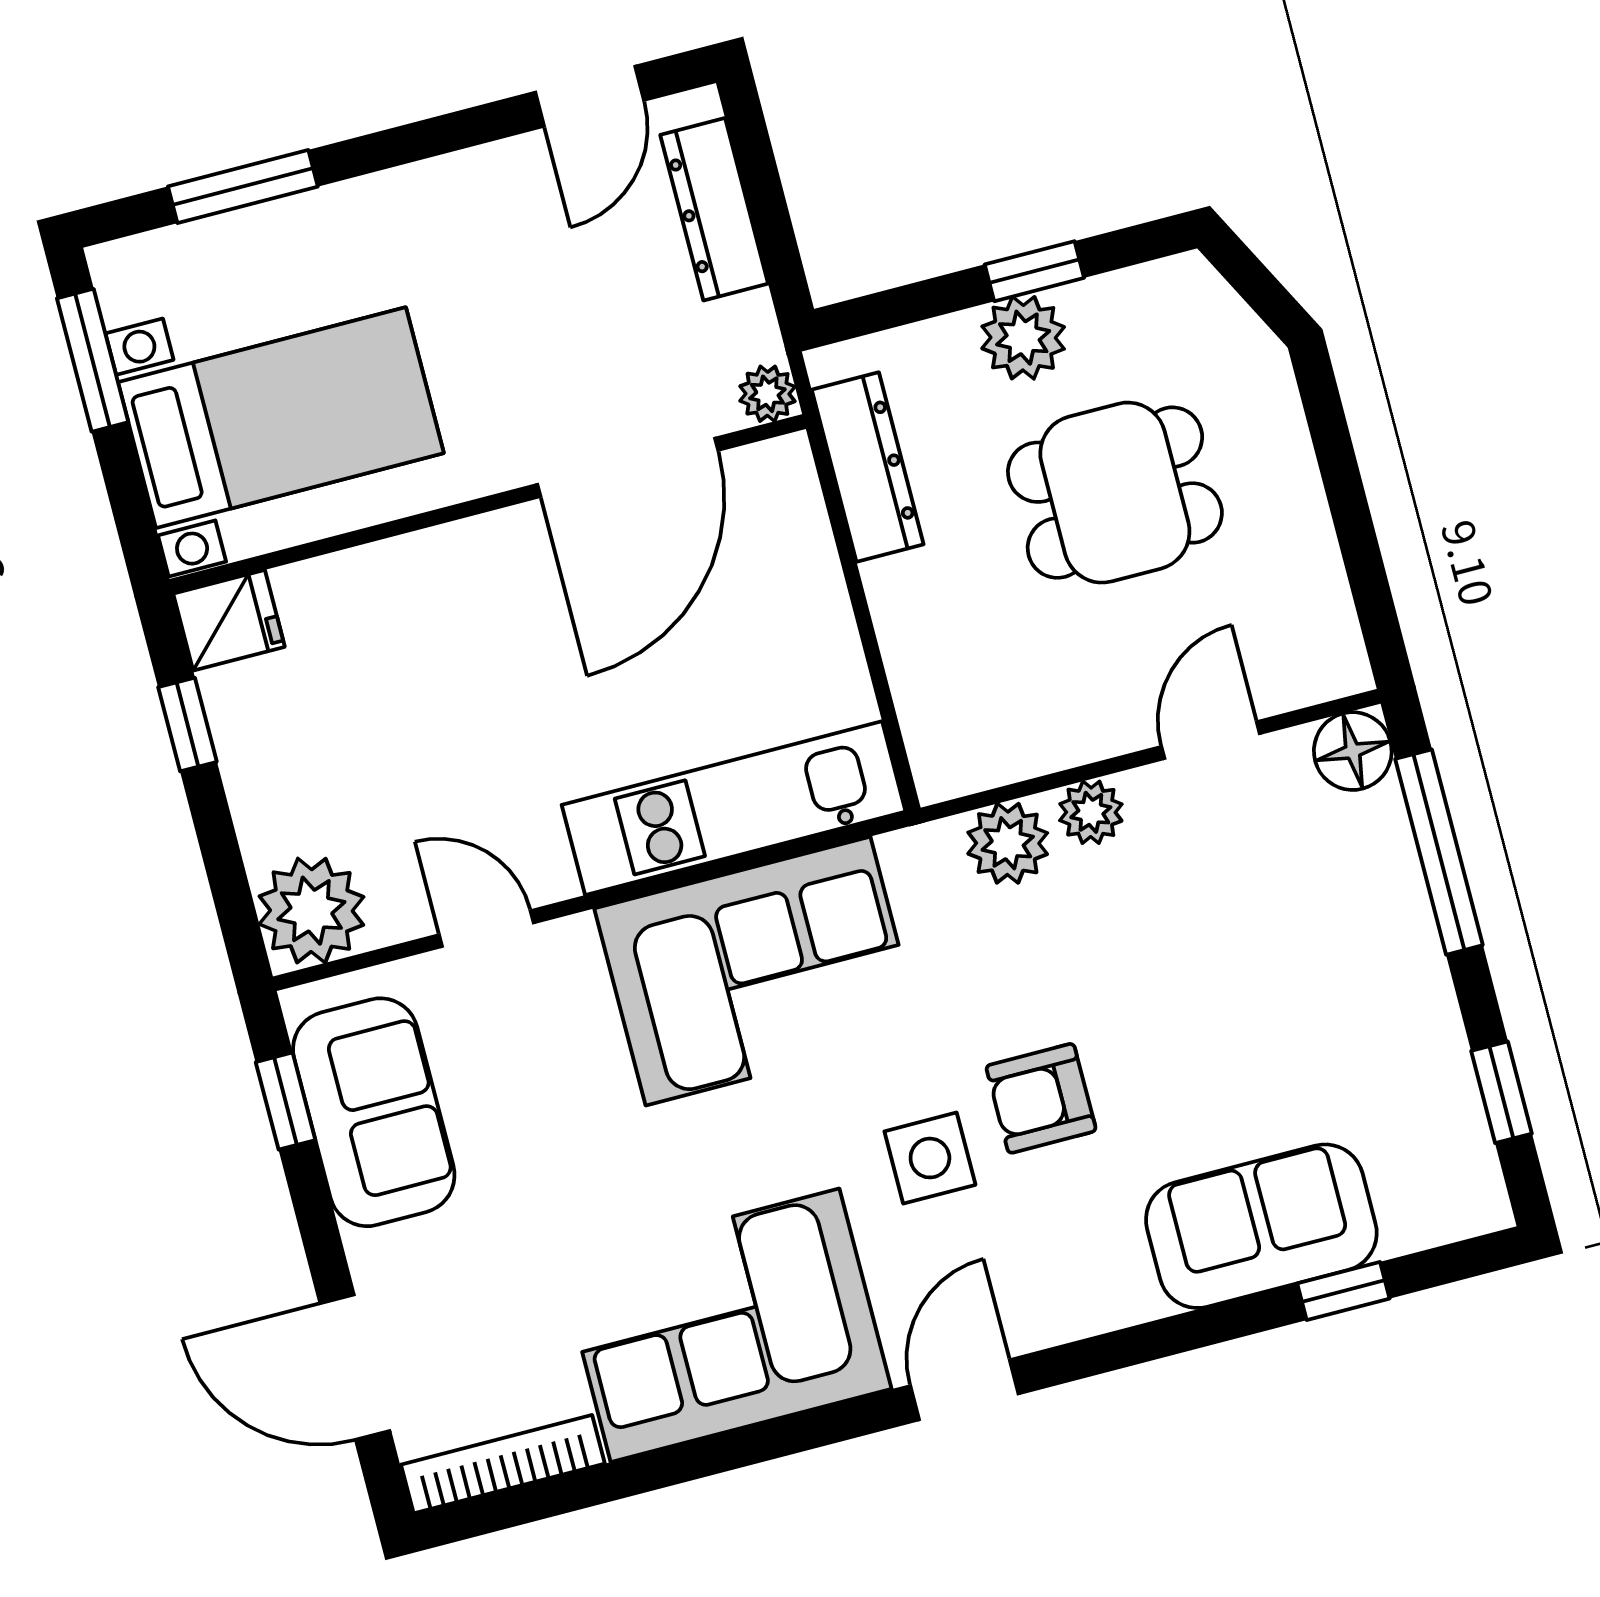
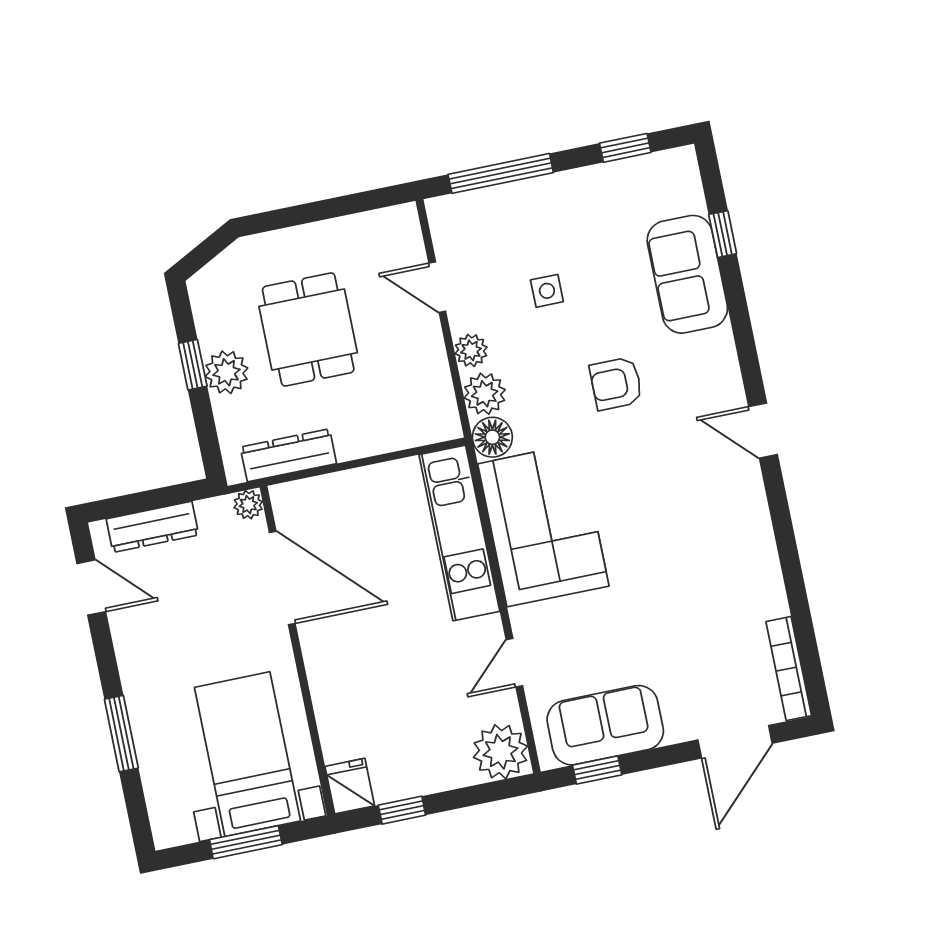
window: (243, 187) -> (121, 734), moved
window: (93, 360) -> (246, 842), moved
floor lamp: (1353, 751) -> (492, 437), moved
armchair: (1041, 1098) -> (616, 384), turned 90
side table: (930, 1158) -> (547, 291), moved, width x0.73, depth x0.73
corner sofa: (725, 1325) -> (724, 551), removed

